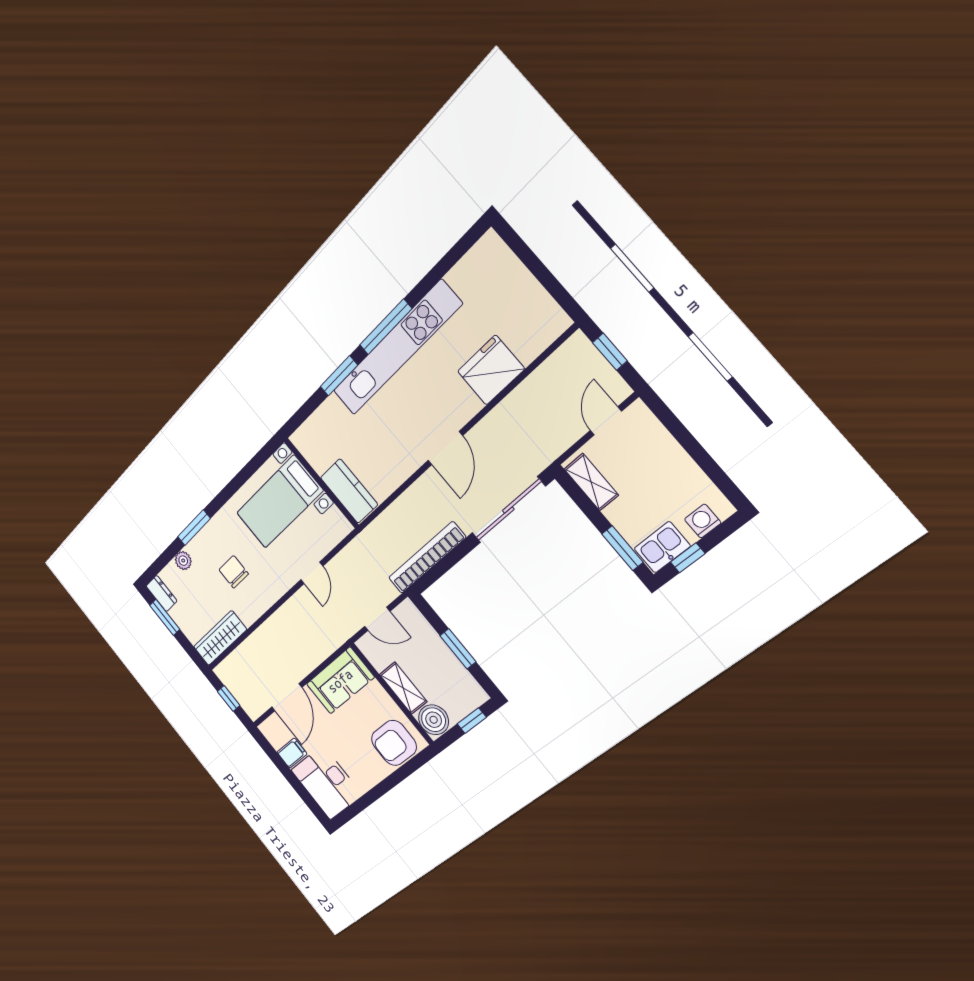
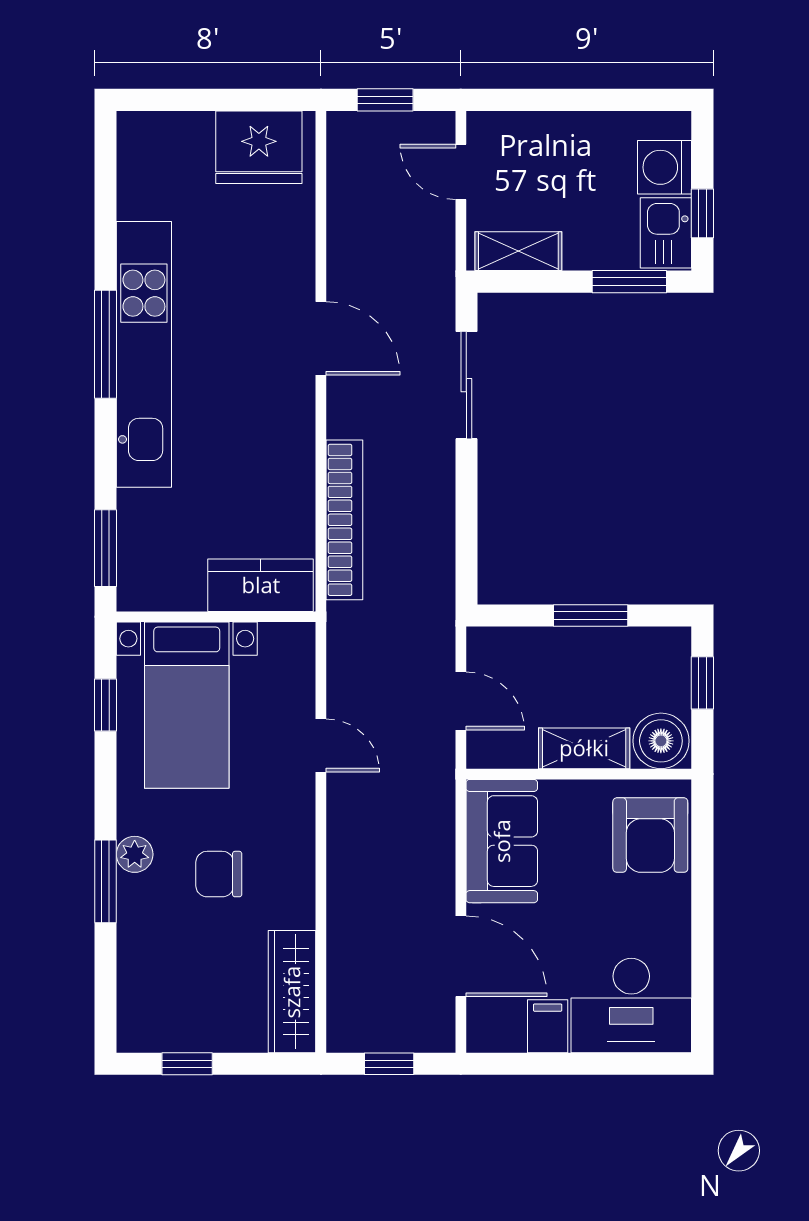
fridge: (491, 370) -> (259, 147), moved, turned -90
window: (339, 376) -> (106, 548), moved
door: (445, 448) -> (321, 338), moved
window: (252, 467) -> (106, 705), added
sliding door: (508, 510) -> (466, 385), width x0.73
washing machine: (703, 521) -> (665, 167), width x1.38, depth x1.38
bookcase: (427, 558) -> (344, 520), moved, turned 180
plant: (183, 561) -> (135, 854), moved
dresser: (161, 593) -> (149, 1034), removed
window: (165, 617) -> (187, 1064), width x0.67
door: (377, 619) -> (461, 701), hinge flipped

